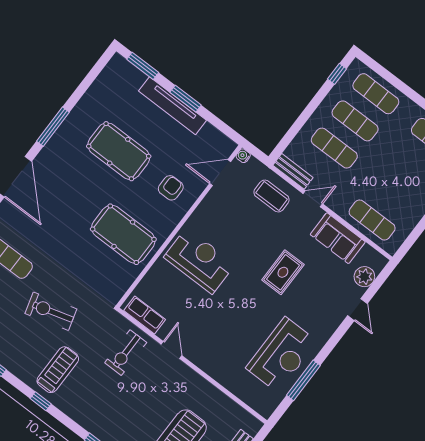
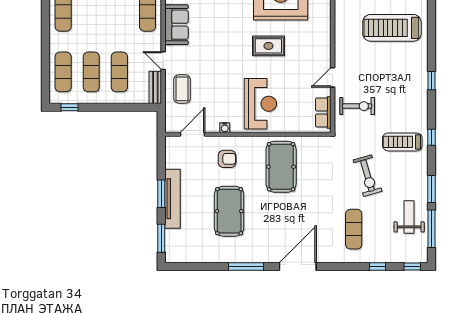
water cooler: (243, 156) -> (225, 128), moved
door: (220, 173) -> (192, 134), swing flipped
armchair: (171, 188) -> (227, 159), turned 180
reception desk: (199, 261) -> (260, 104), turned 180
rug: (283, 272) -> (268, 46), moved

